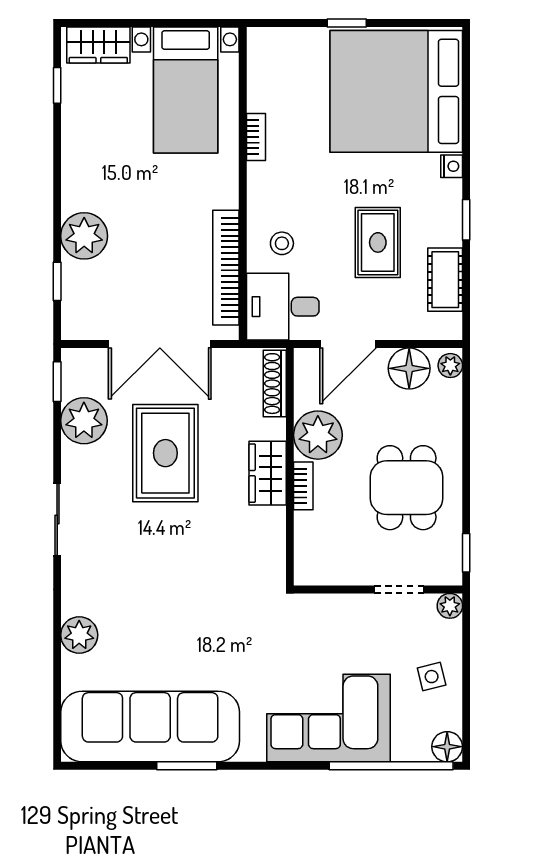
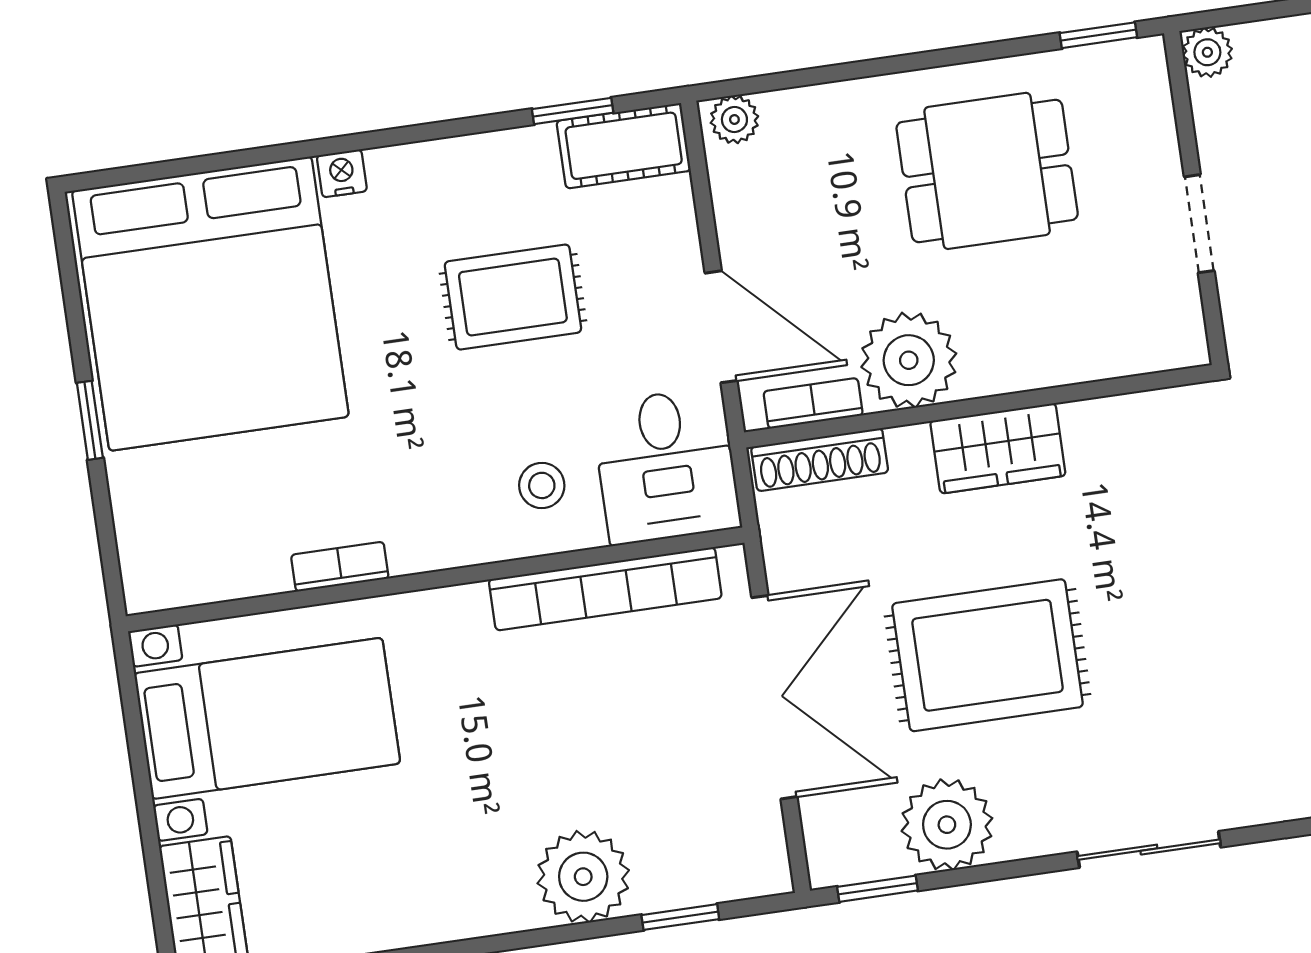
window: (466, 220) -> (573, 111), moved
cot: (445, 280) -> (624, 146), moved
floor lamp: (409, 368) -> (752, 200), removed
bookcase: (303, 486) -> (813, 403), moved
doorway: (399, 589) -> (1199, 224), moved

